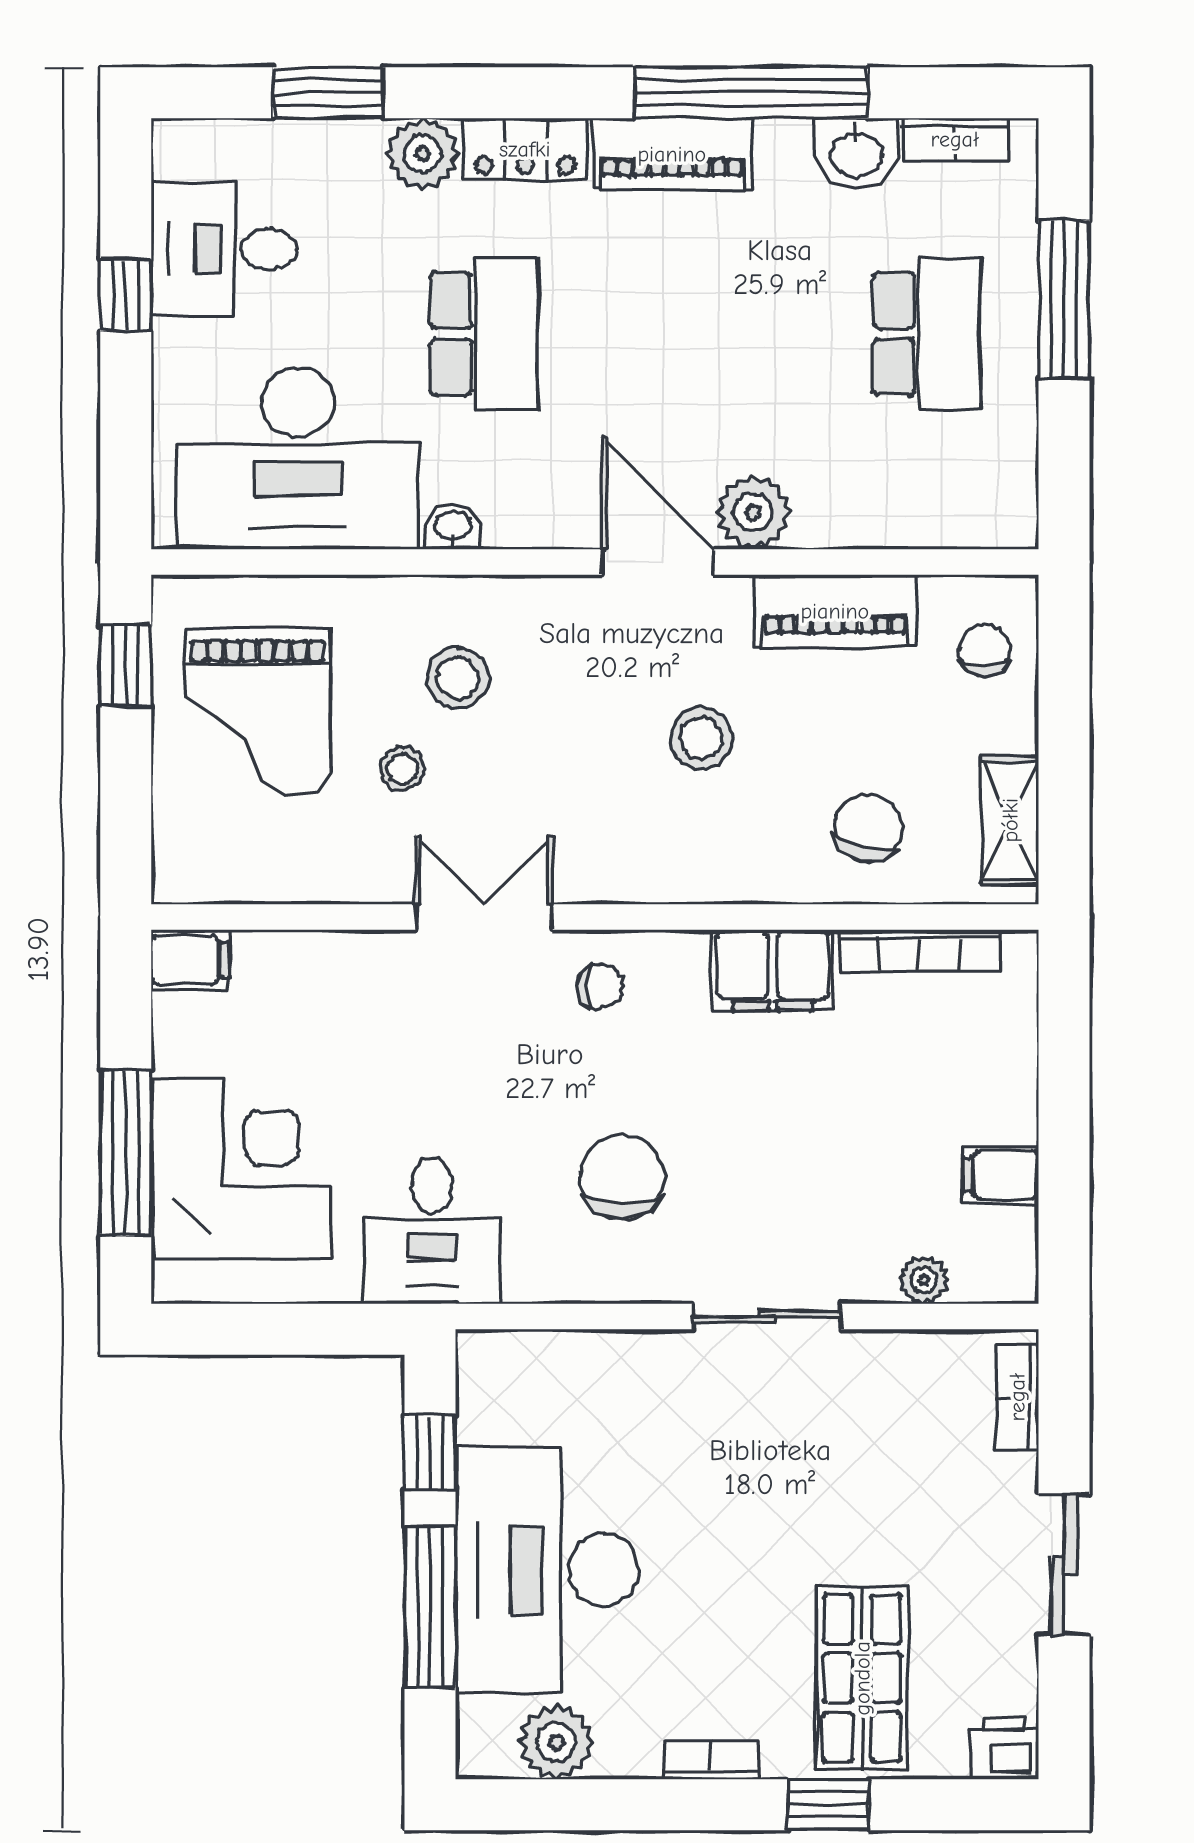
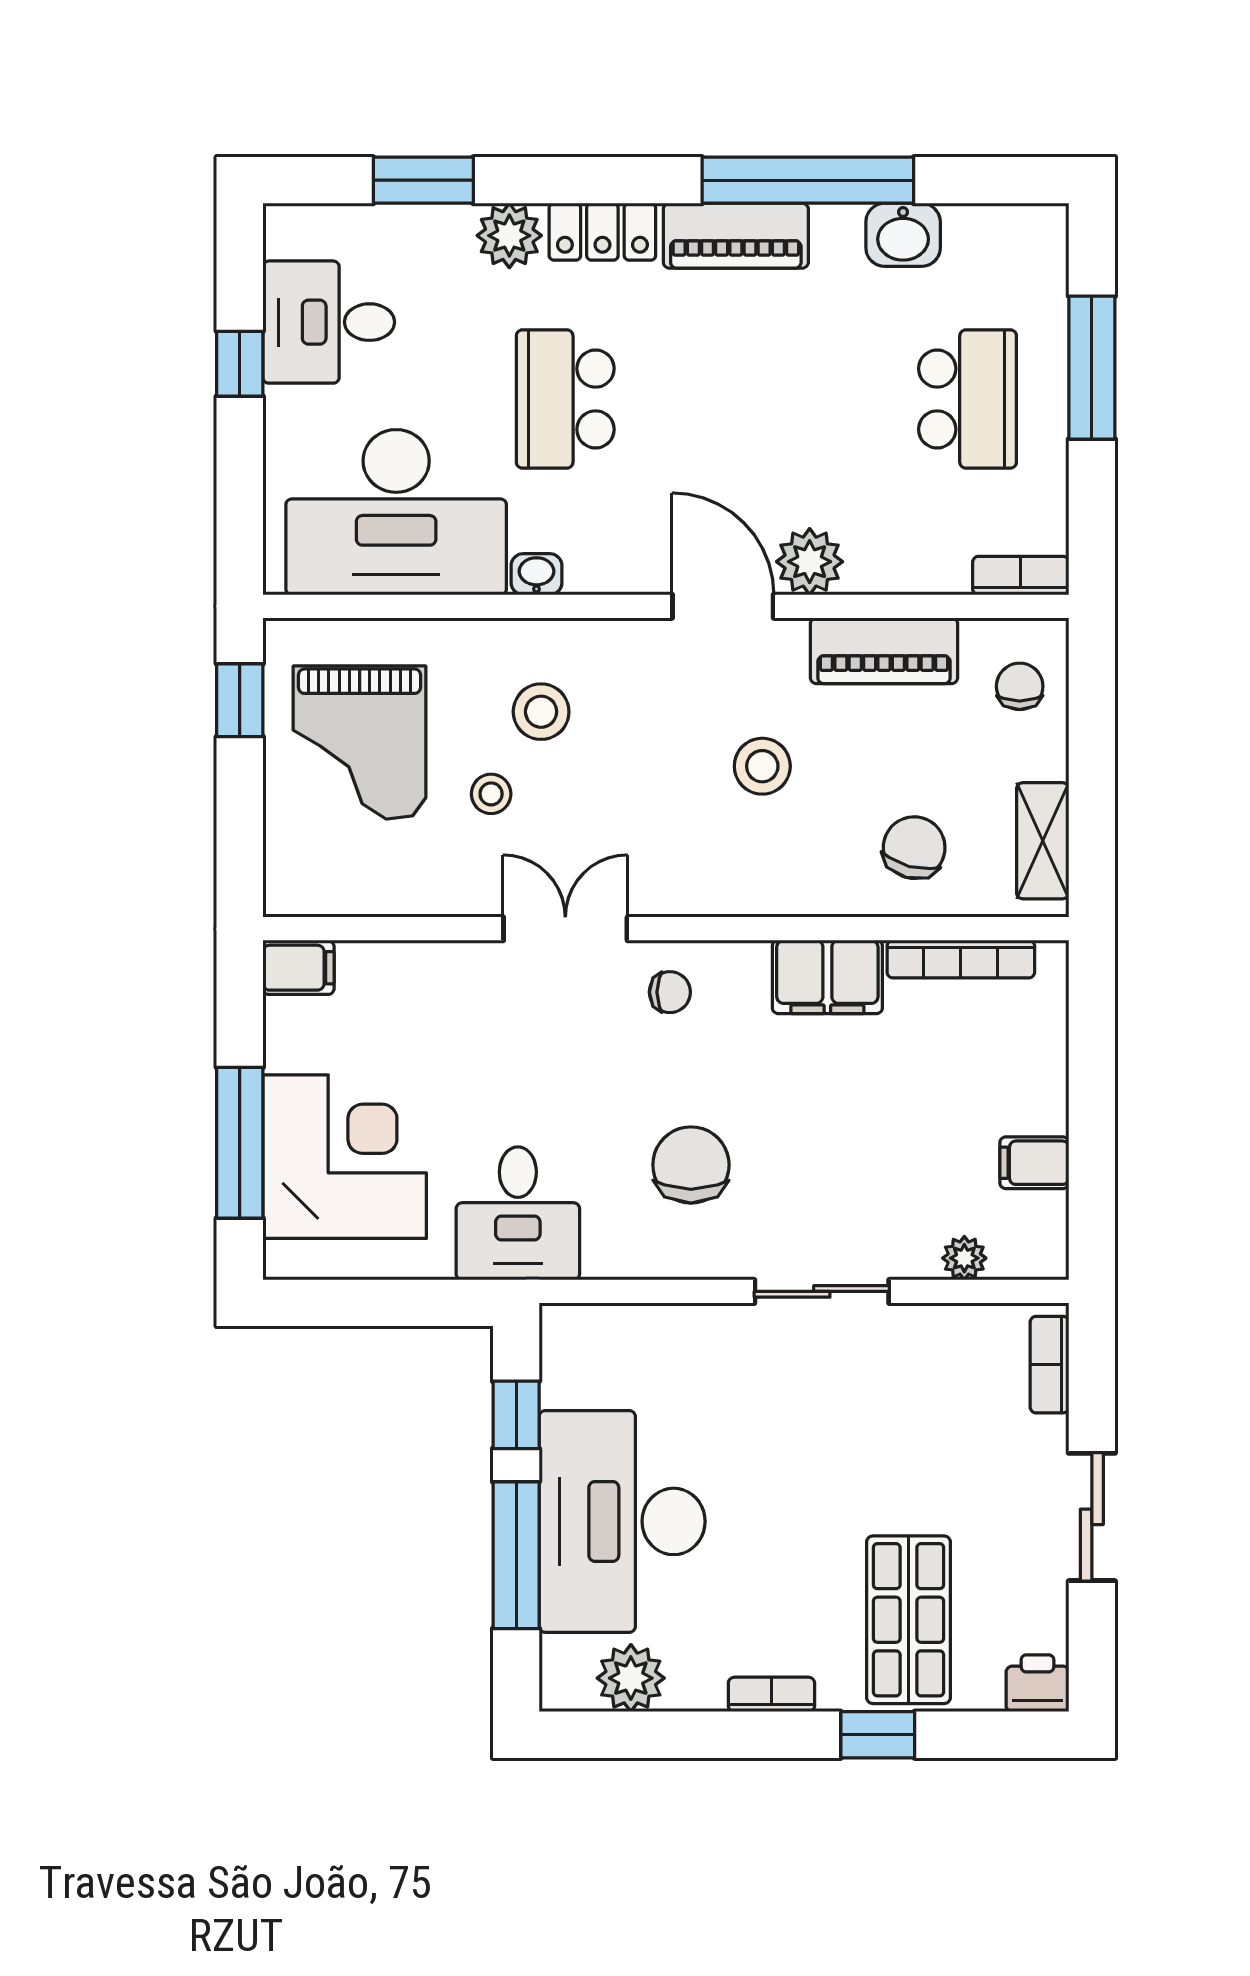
bookcase: (955, 139) -> (1021, 576), moved, turned 180
school desk: (484, 334) -> (565, 399), turned 180

